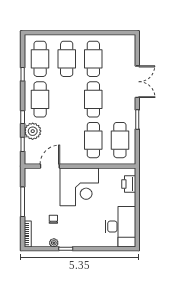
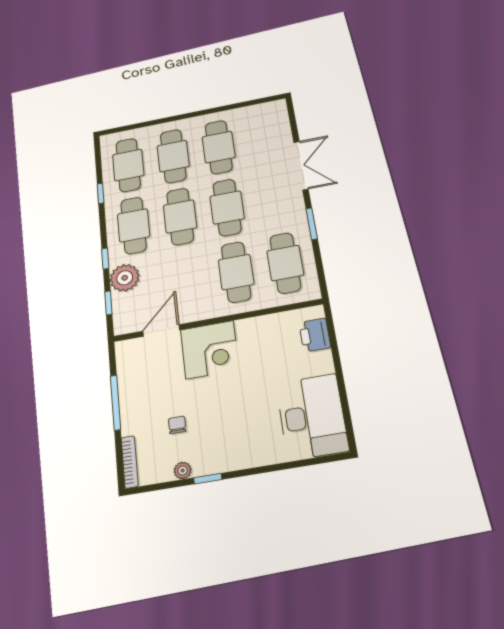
cafe table: (67, 99) -> (180, 216), added
corner desk: (79, 187) -> (210, 350), width x0.74, depth x0.74

